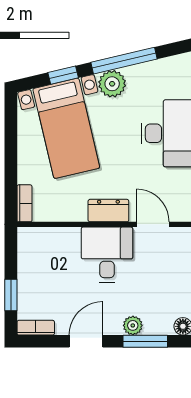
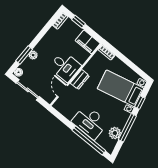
plant: (112, 84) -> (115, 133), moved
door: (153, 224) -> (62, 91), swing flipped
filing cabinet: (33, 251) -> (88, 42), added
door: (86, 341) -> (41, 34), removed

